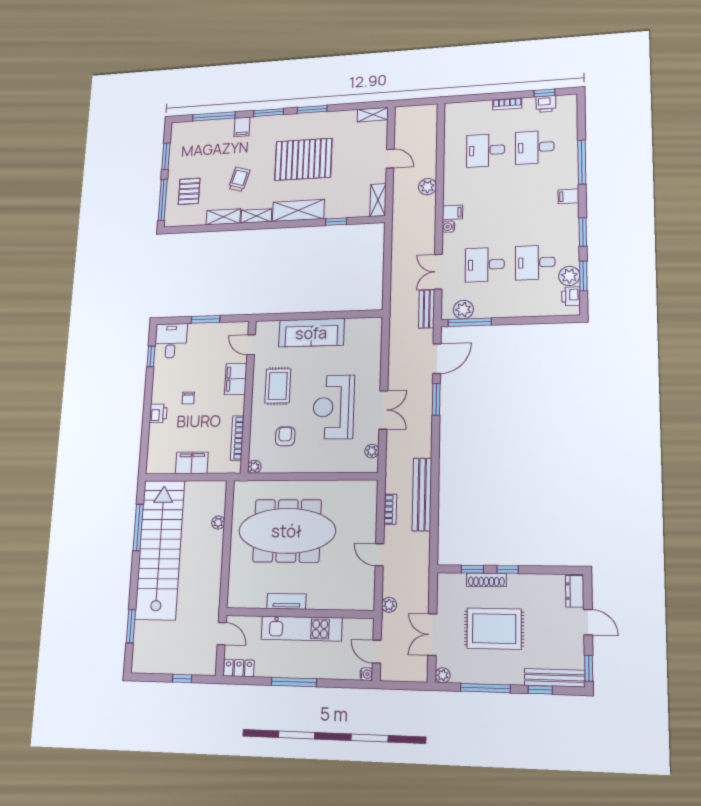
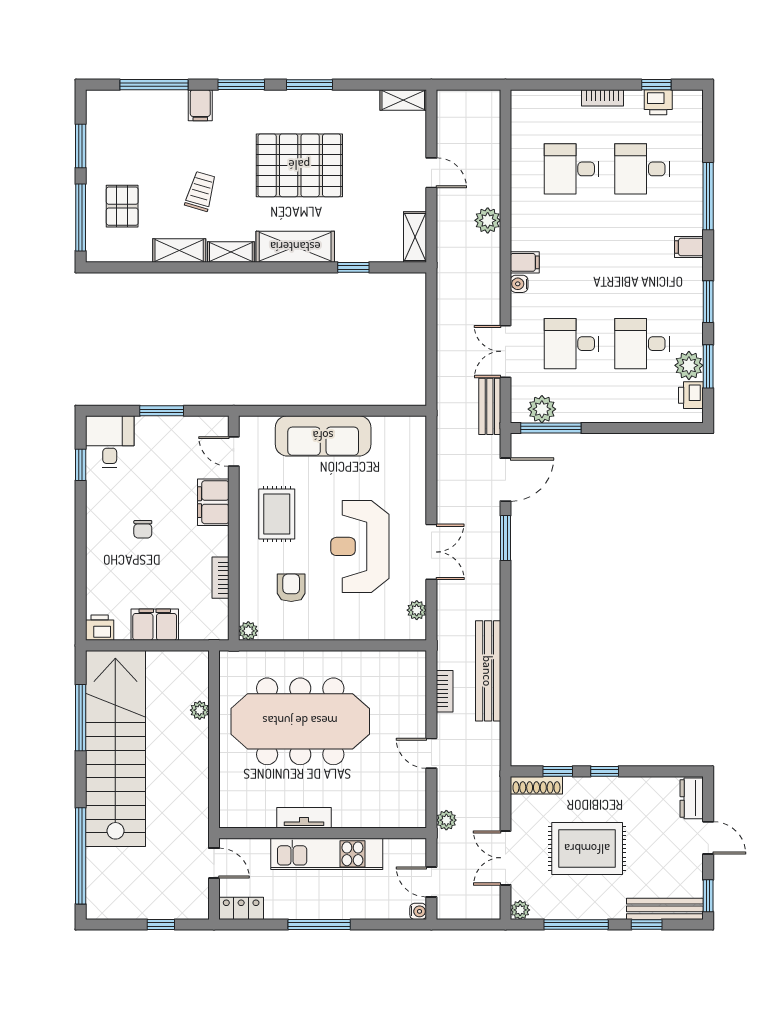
printer: (158, 413) -> (100, 628), moved, turned -90
bookcase: (237, 438) -> (221, 578), width x0.64
shoe rack: (486, 580) -> (536, 785), moved
window: (131, 626) -> (81, 856), width x2.11

